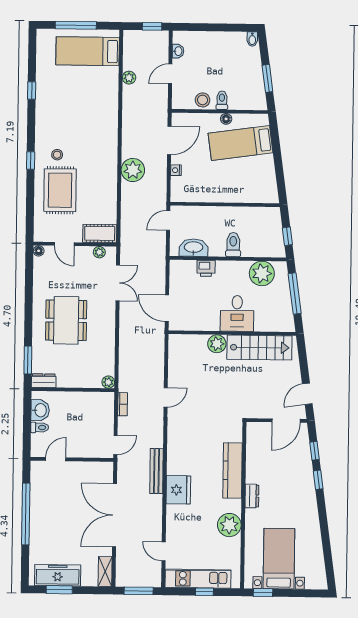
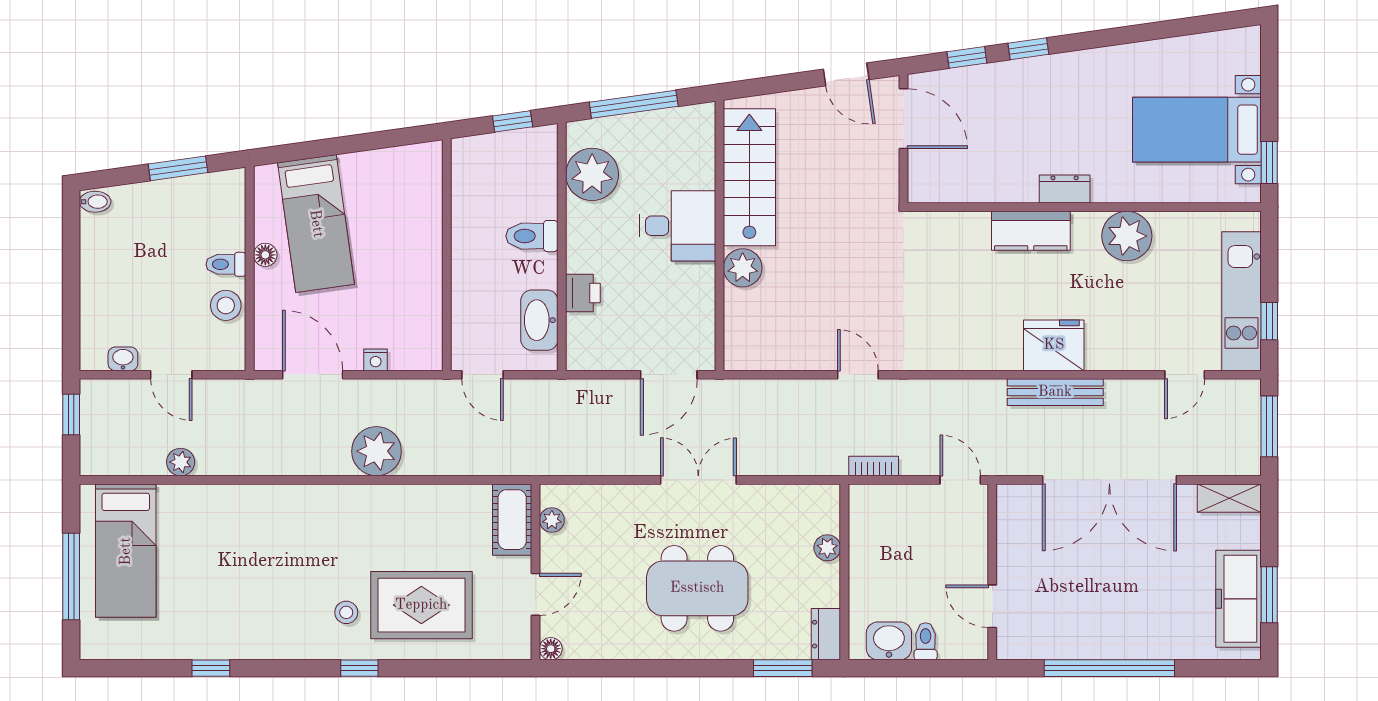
double door: (118, 283) -> (698, 480), moved
plant: (108, 382) -> (827, 548), moved
bench: (156, 471) -> (1055, 392), moved
kitchen counter: (233, 471) -> (1031, 231), width x0.67
window: (204, 592) -> (1269, 321), moved

